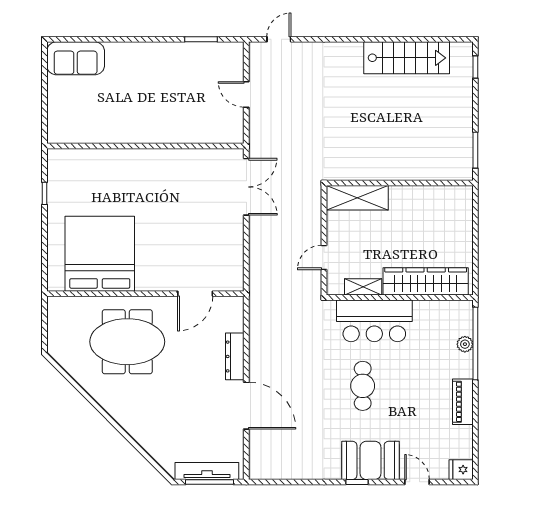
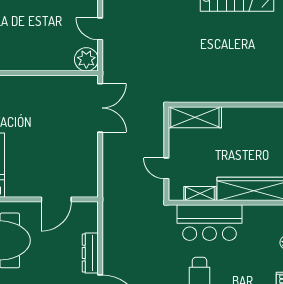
plant: (230, 130) -> (86, 59), added
door: (324, 257) -> (166, 168), hinge flipped

